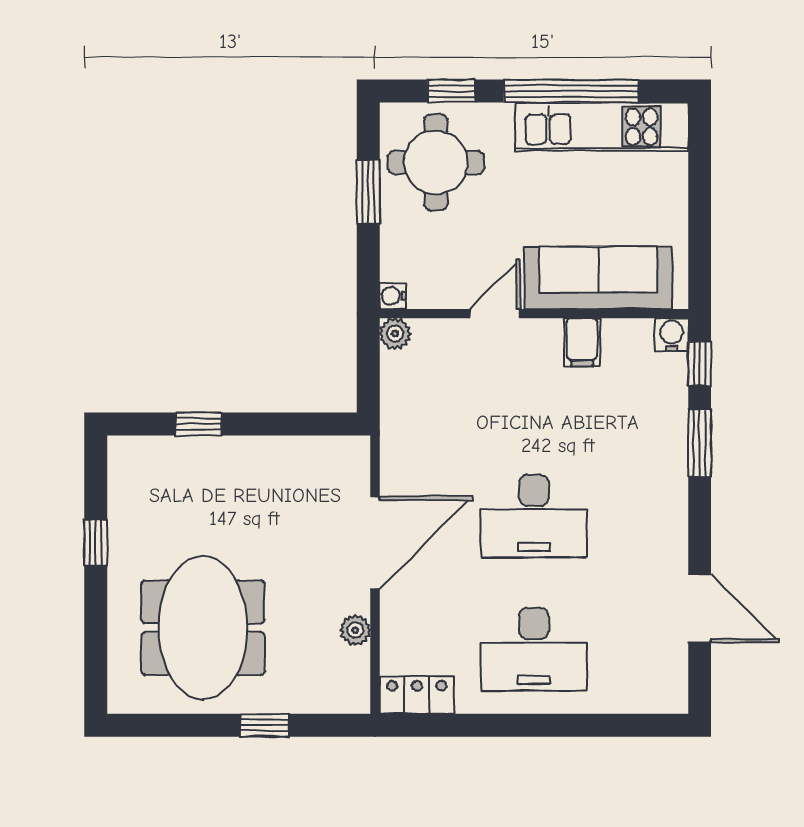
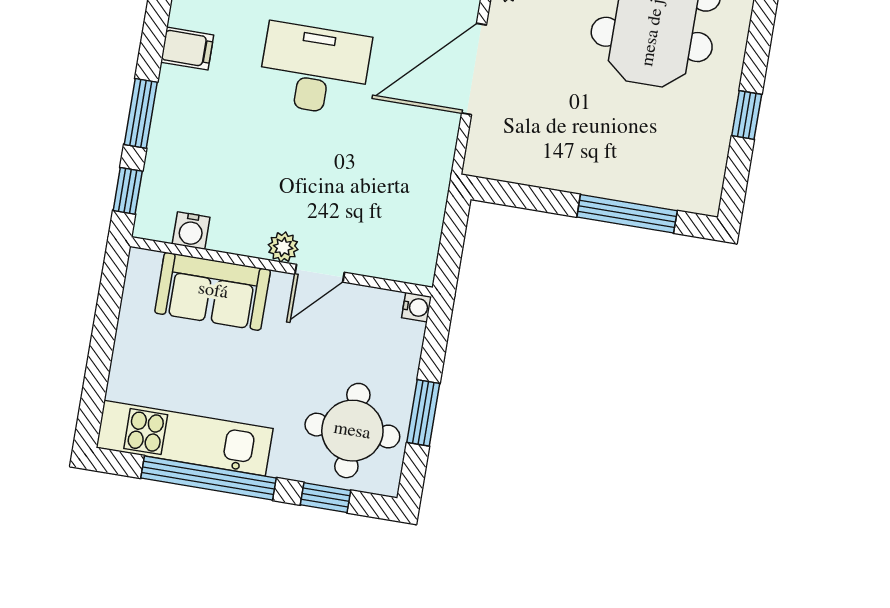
sofa: (598, 278) -> (213, 291), width x0.73
plant: (395, 334) -> (283, 247), moved
water cooler: (672, 335) -> (191, 231), moved
filing cabinet: (582, 342) -> (187, 49), moved, turned 90
window: (198, 424) -> (627, 214), width x2.17

